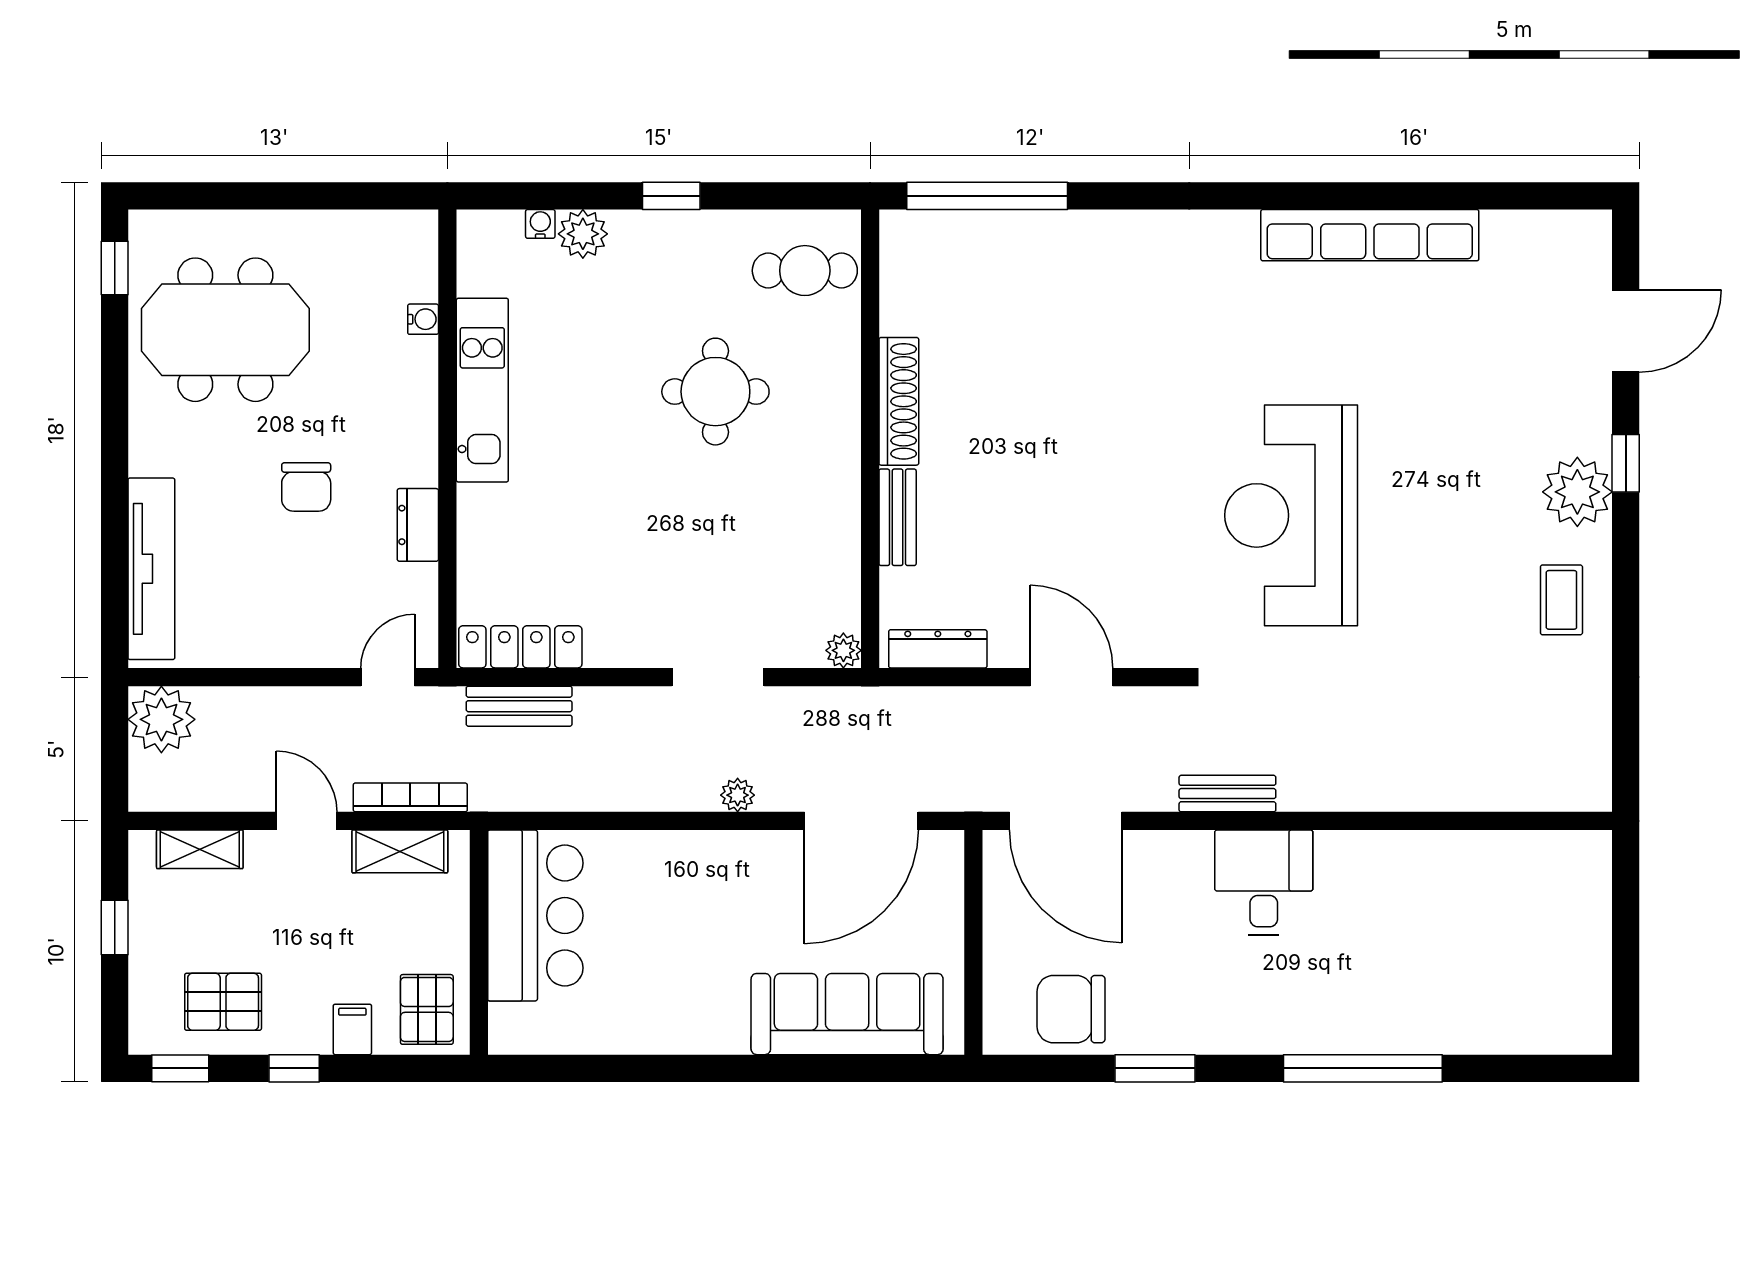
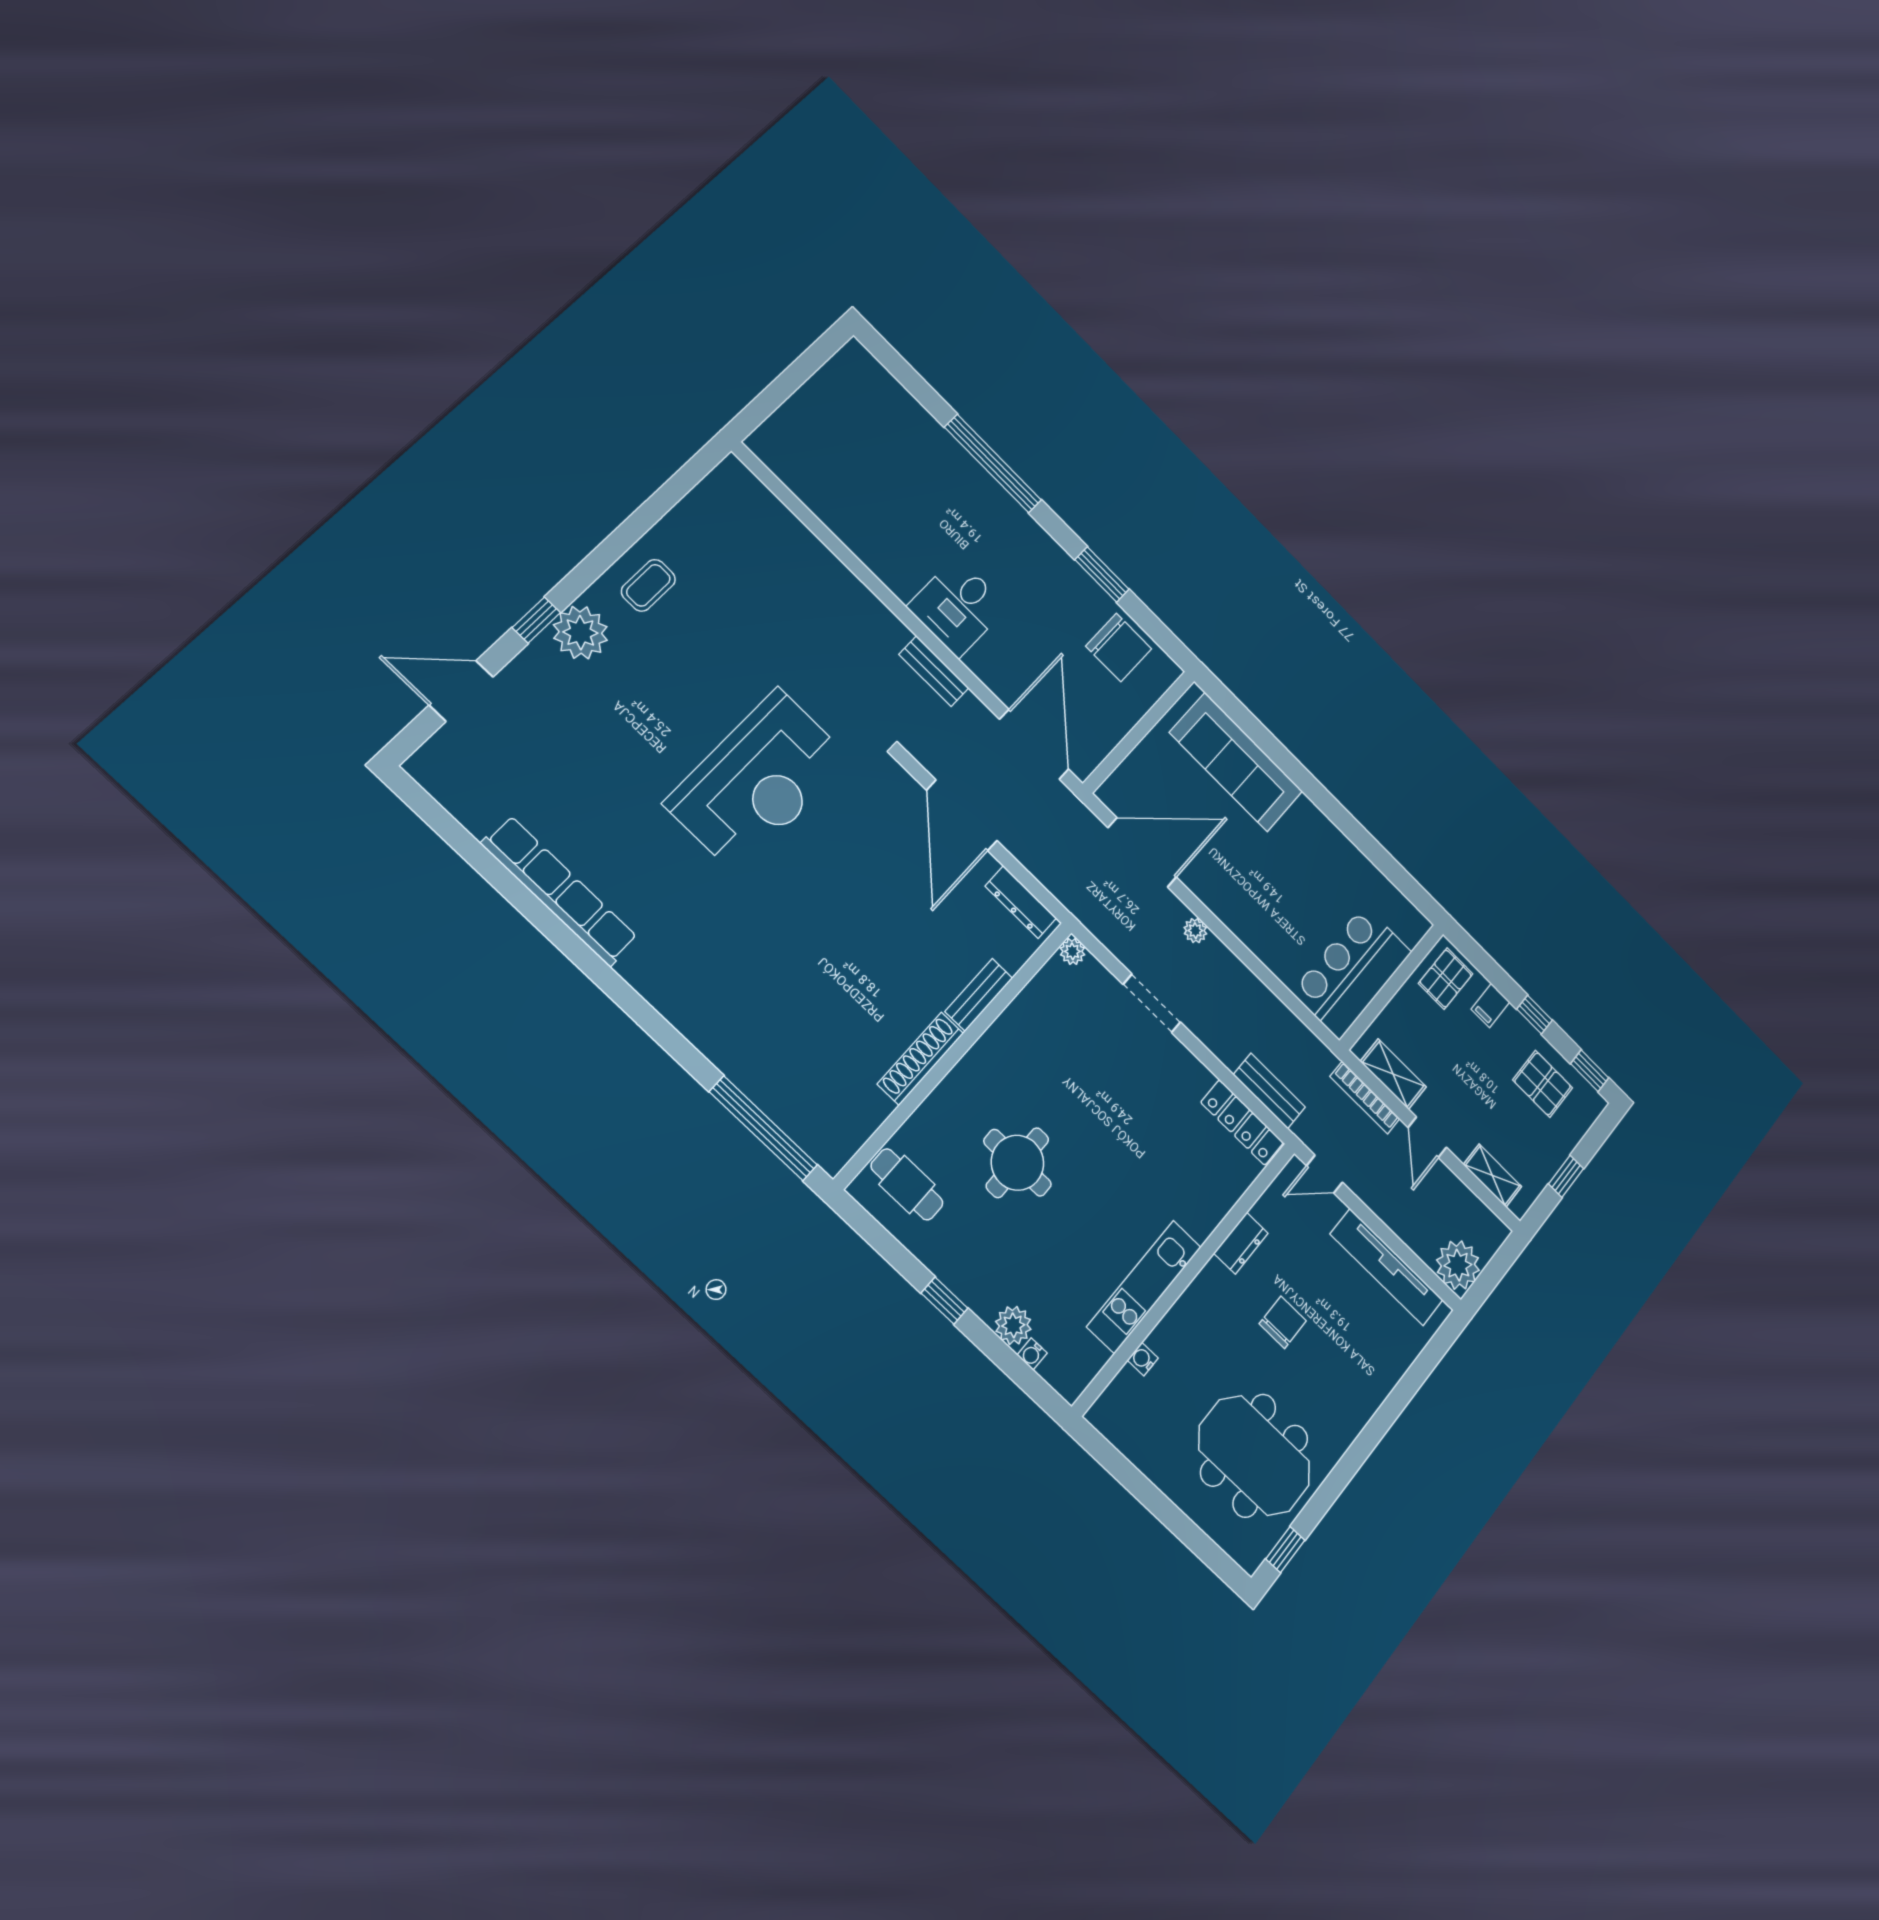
tv unit: (151, 569) -> (1387, 1267), moved, turned -90
door: (1072, 677) -> (962, 815), width x1.36

